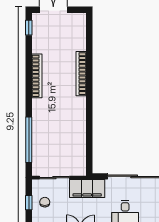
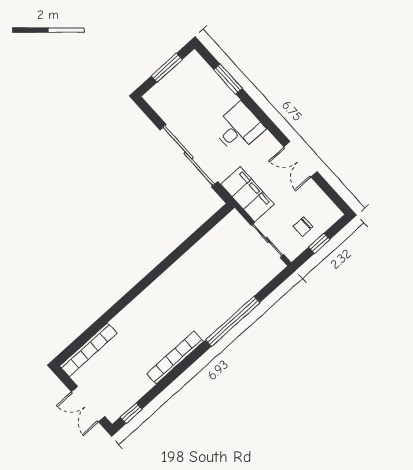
bookcase: (81, 74) -> (88, 350), moved
window: (29, 140) -> (233, 321), moved

